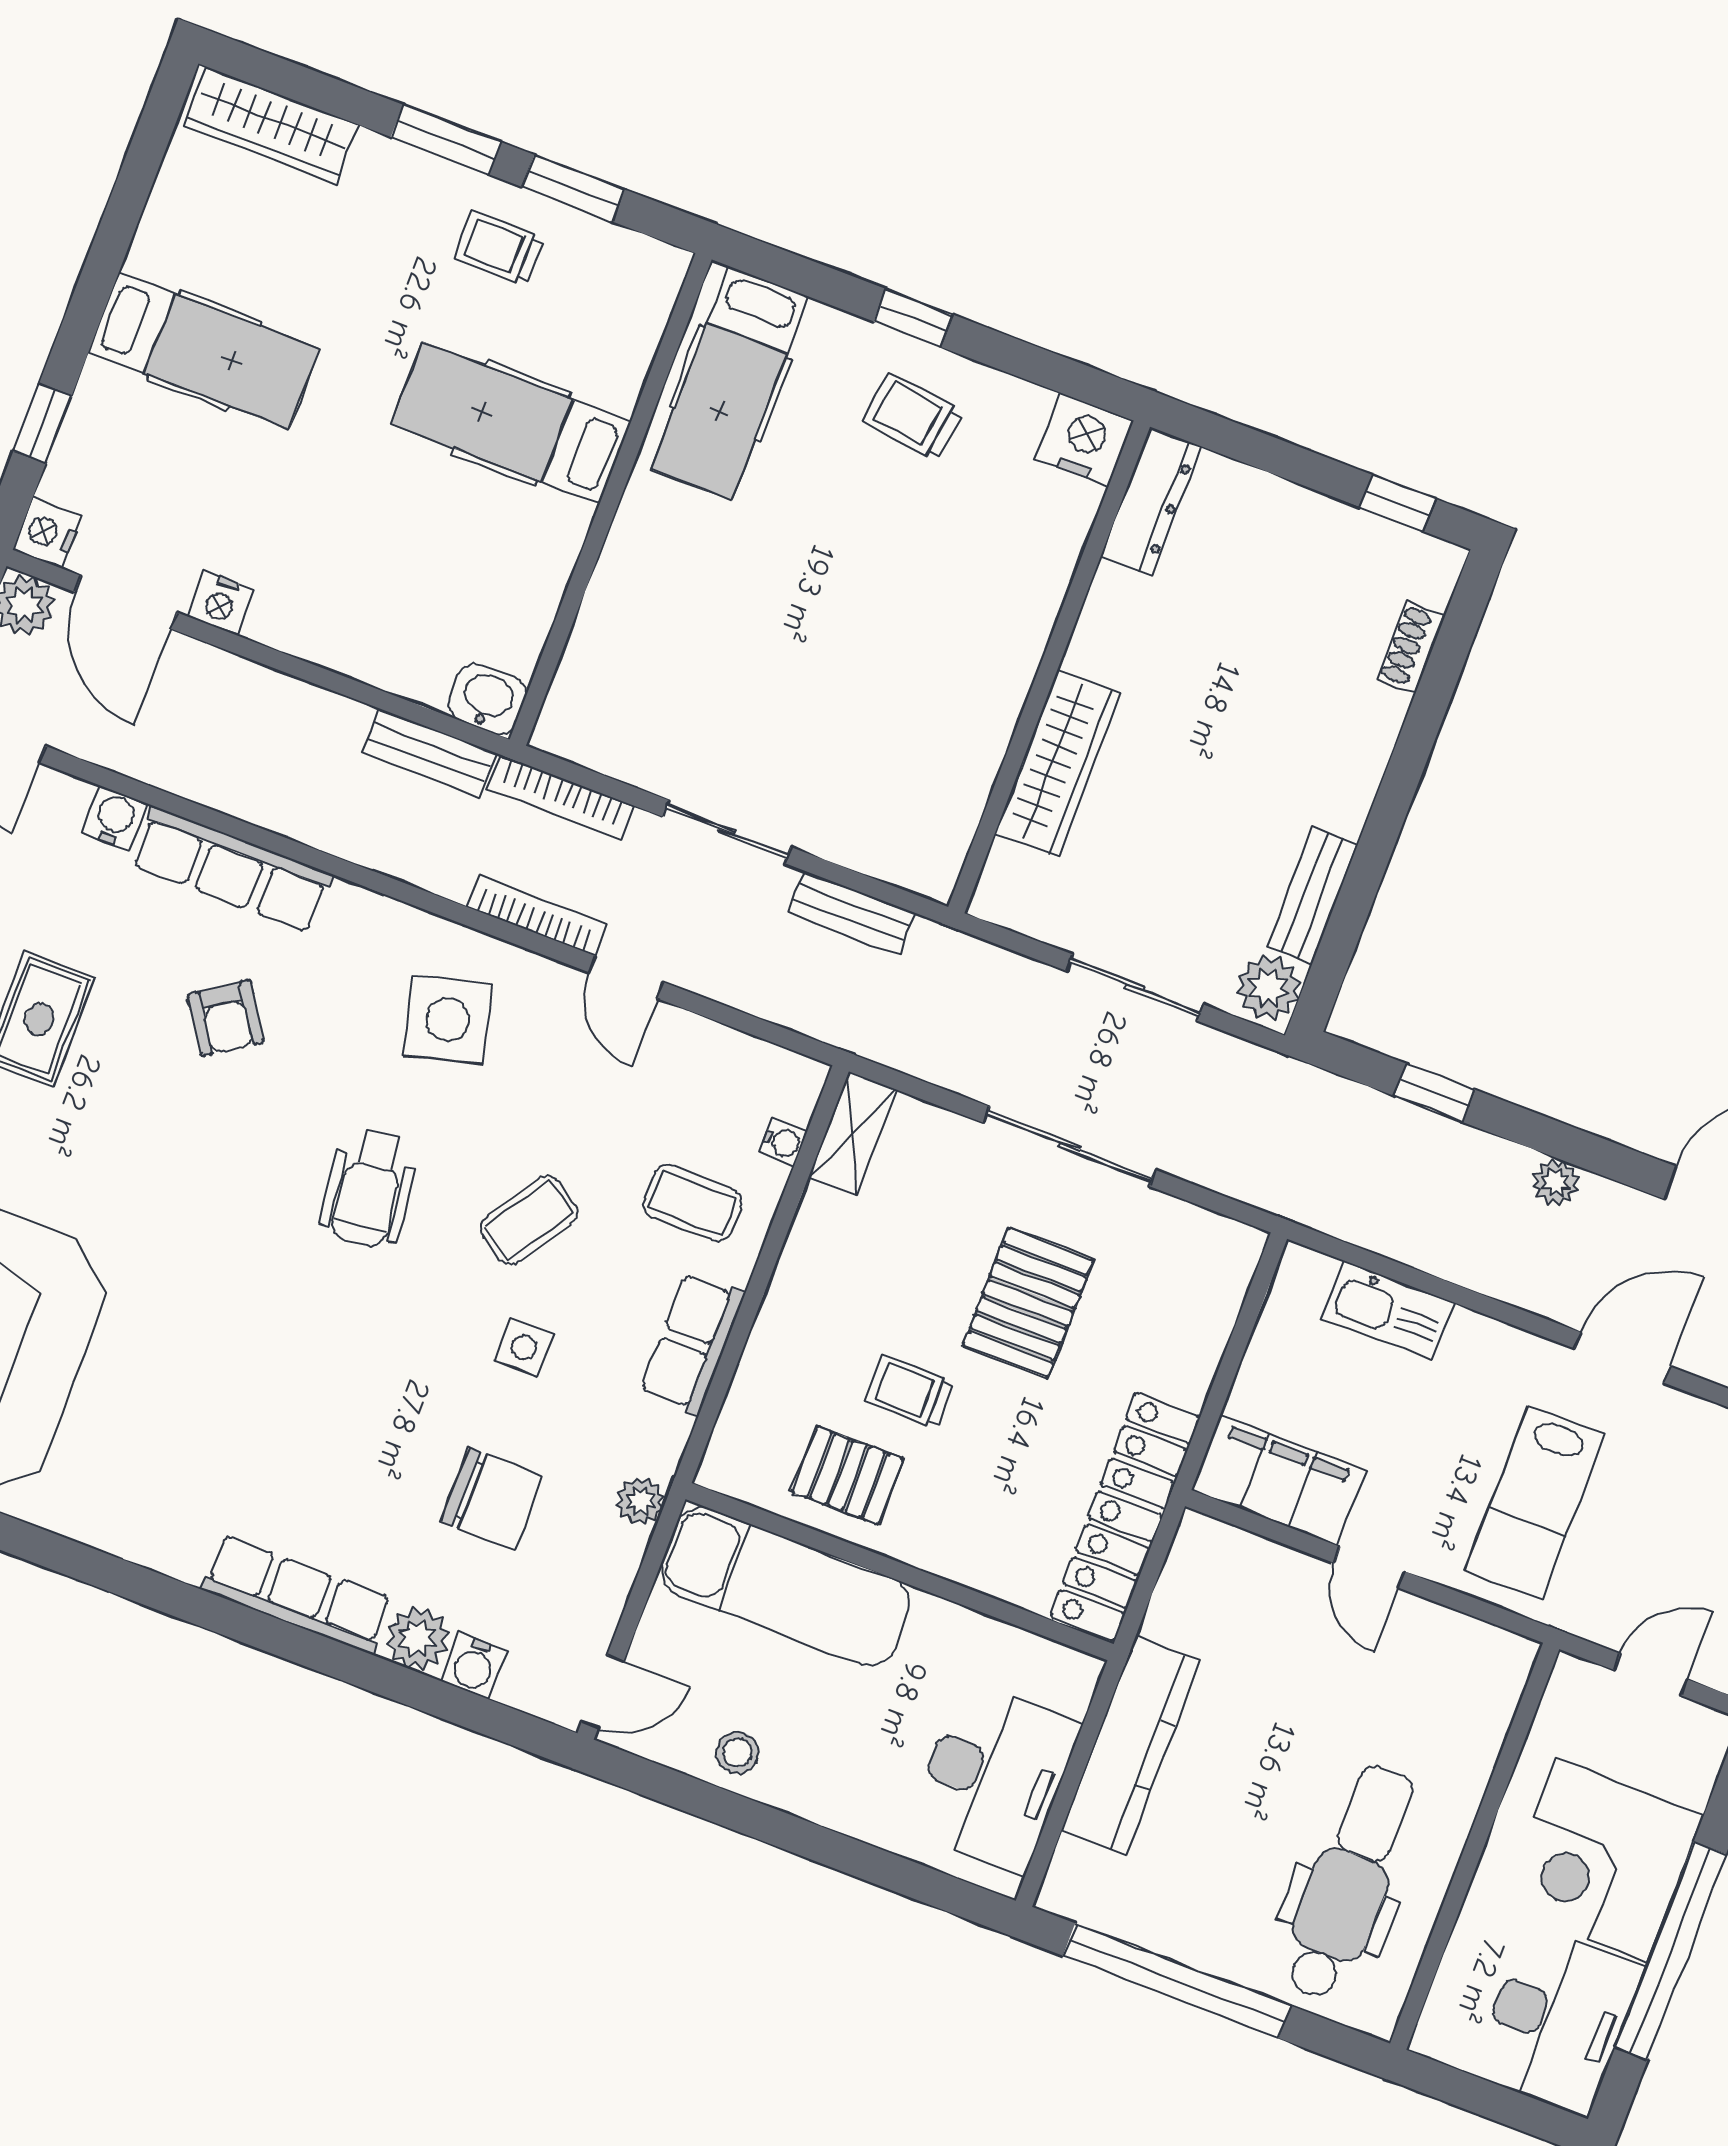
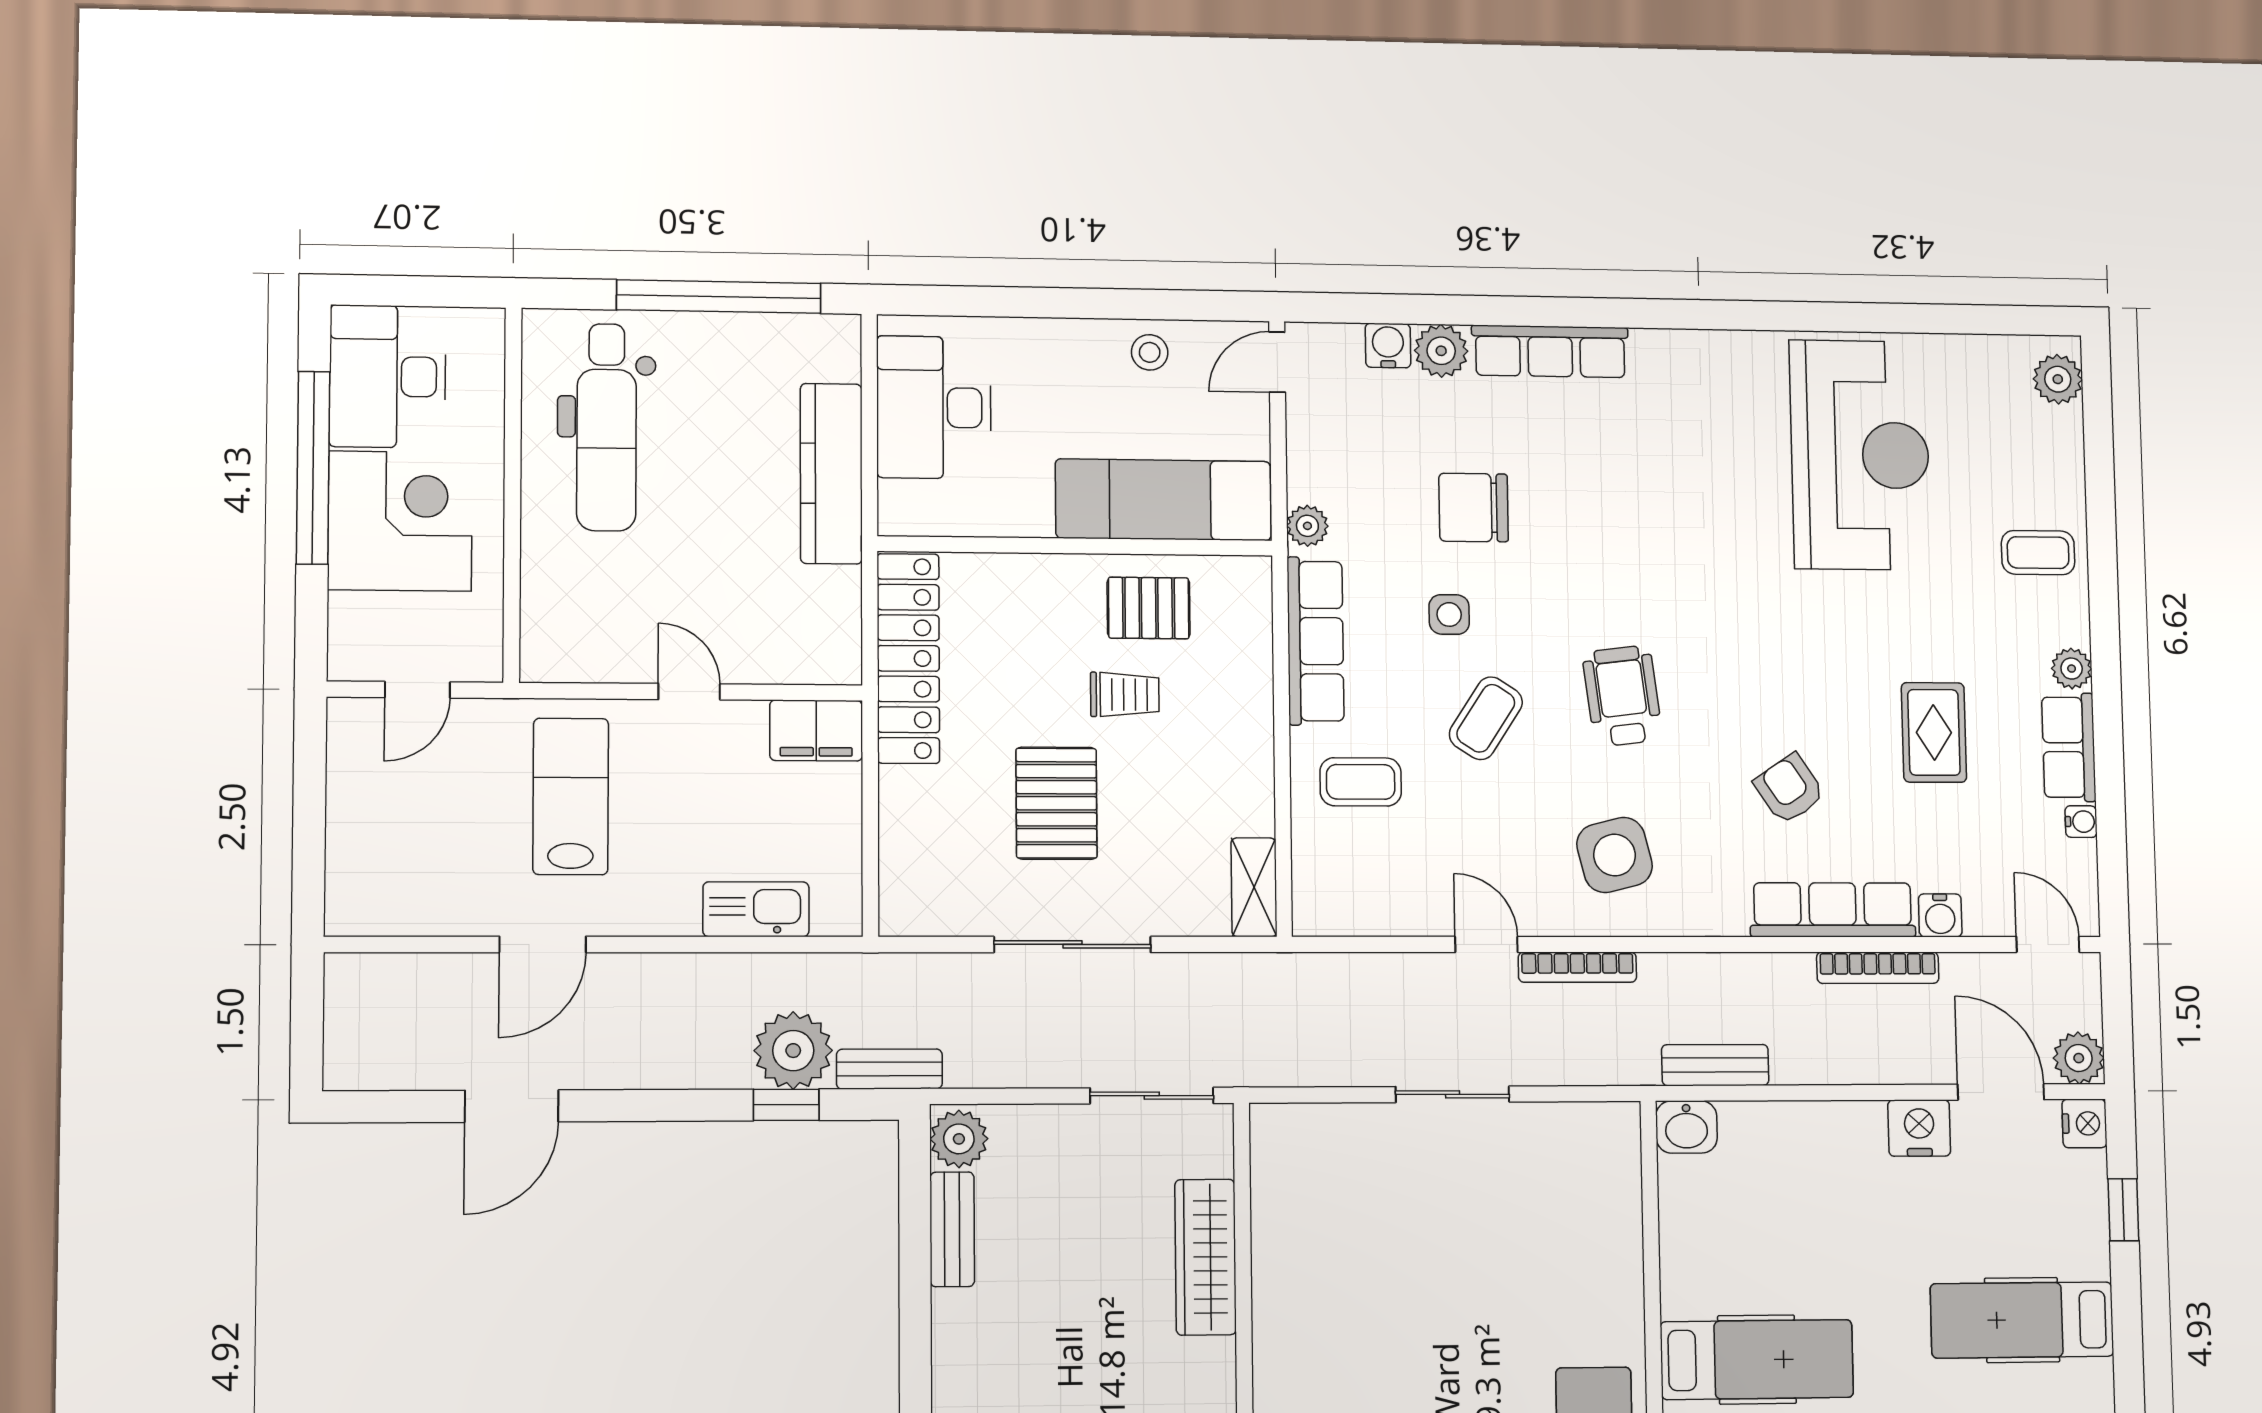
nightstand: (221, 603) -> (1919, 1128), width x1.36, depth x1.33
bookcase: (561, 797) -> (1878, 968), moved, turned 180
bench: (852, 913) -> (889, 1069), moved
sliding door: (1135, 988) -> (1152, 1096), moved
water cooler: (783, 1142) -> (1307, 859), removed
plant: (1556, 1182) -> (793, 1051), moved, width x1.87, depth x1.87
row of seats: (693, 1343) -> (1315, 641), width x1.48
filing cabinet: (1278, 1480) -> (816, 730), width x0.67, depth x0.86
chair: (492, 1499) -> (1474, 508), moved

